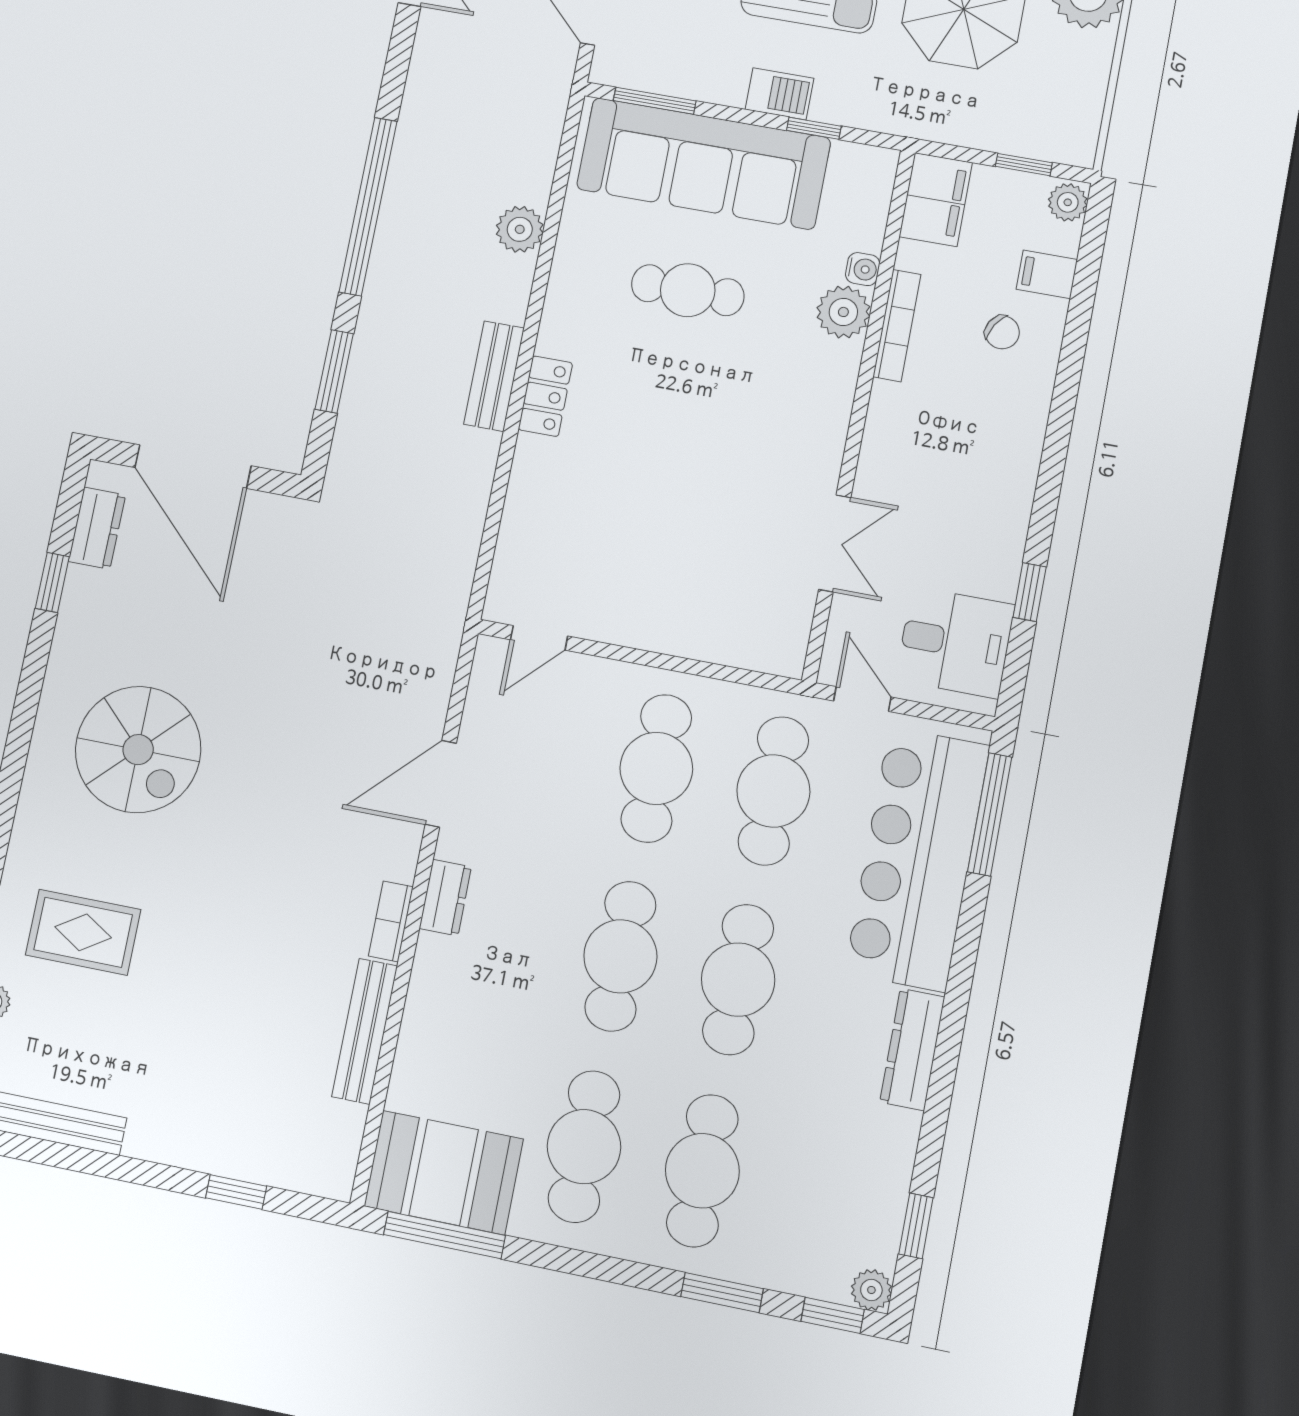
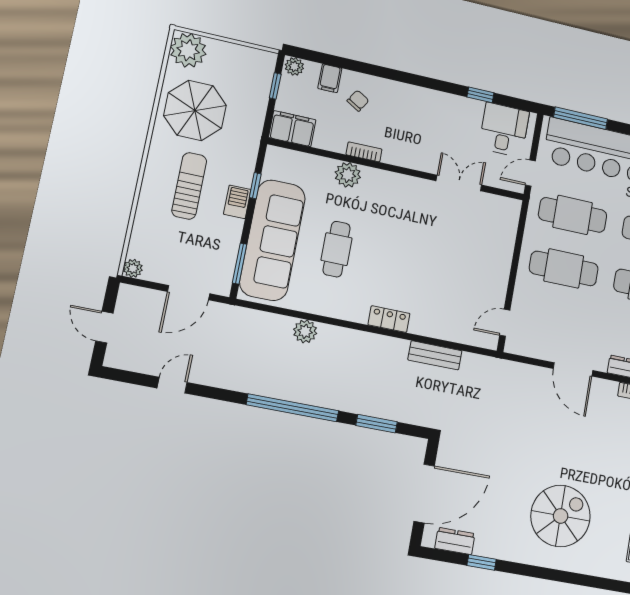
water cooler: (863, 269) -> (327, 165), removed
bookcase: (897, 326) -> (364, 152), width x0.64
bench: (494, 376) -> (435, 355), moved
door: (539, 638) -> (505, 323), swing flipped

